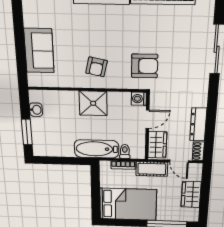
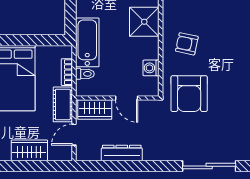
armchair: (145, 66) -> (189, 94), width x1.36, depth x1.36
washing machine: (139, 99) -> (151, 68), moved, turned -90
shower: (93, 103) -> (144, 22), moved
shoe rack: (198, 151) -> (88, 155), removed

